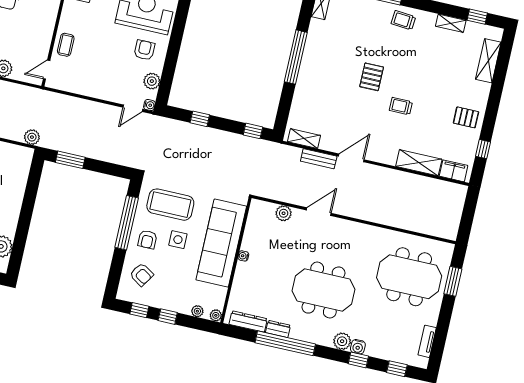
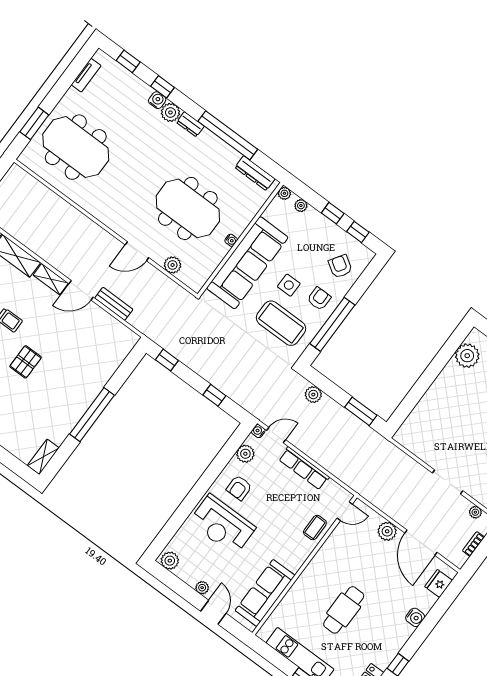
row of seats: (97, 91) -> (304, 468), added
plant: (32, 137) -> (313, 395), moved
shelving: (304, 139) -> (51, 279), moved
meeting table: (323, 290) -> (188, 208), moved
dresser: (278, 329) -> (190, 124), moved

